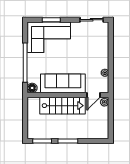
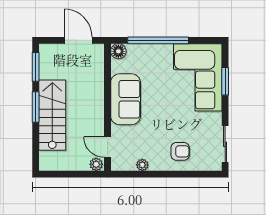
armchair: (96, 48) -> (180, 151), added
sofa: (63, 83) -> (126, 99), width x0.73
stairs: (62, 106) -> (52, 115), moved, turned 180
door: (25, 114) -> (78, 40), added

